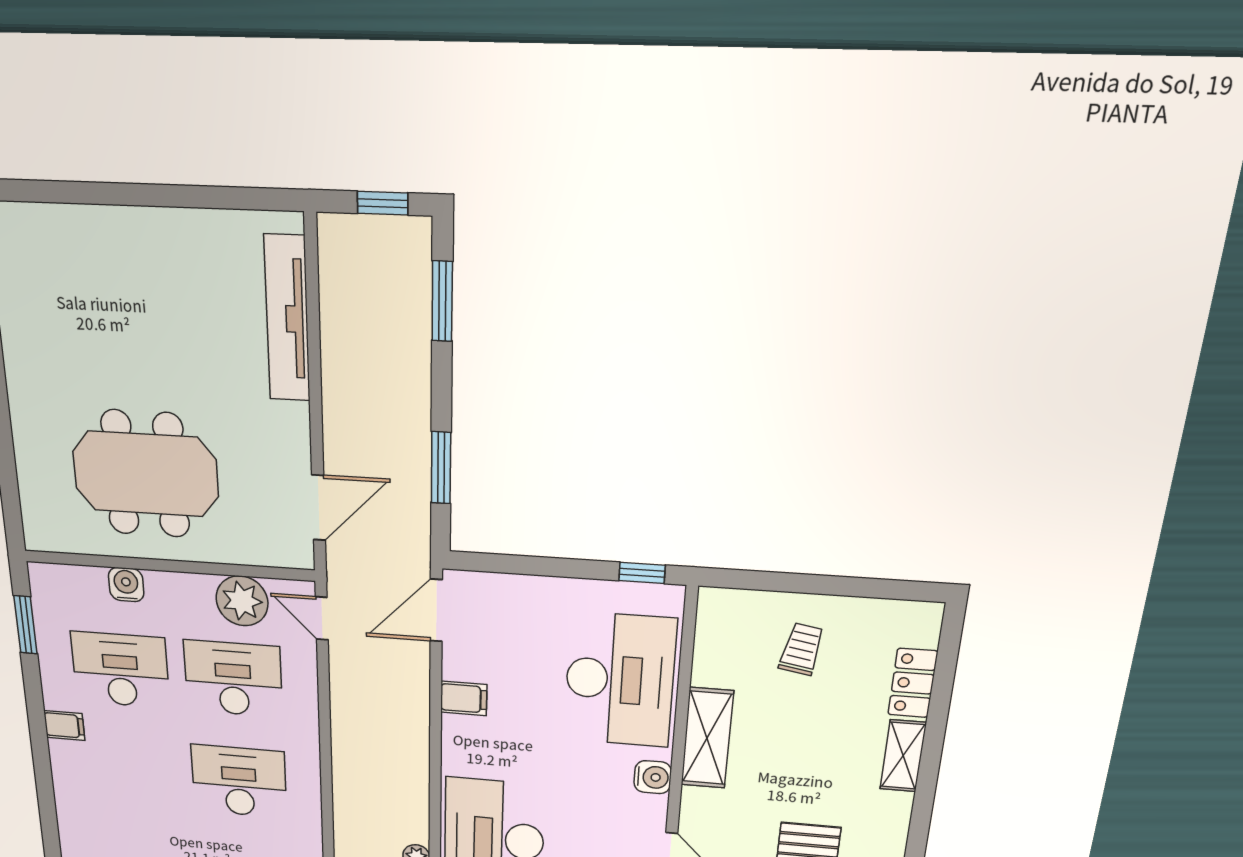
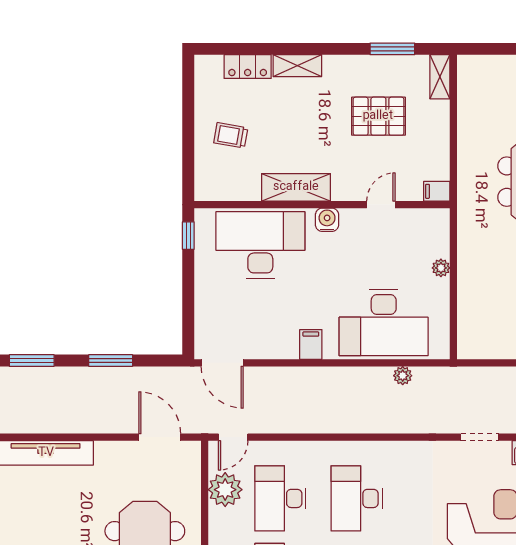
window: (441, 468) -> (111, 360), moved
filing cabinet: (464, 698) -> (311, 344), moved

